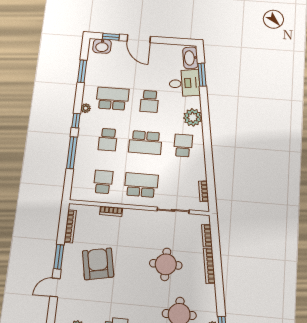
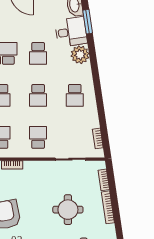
plant: (193, 117) -> (80, 55), moved
school desk: (145, 143) -> (38, 95), width x0.54
school desk: (183, 145) -> (75, 95), turned 180
school desk: (141, 185) -> (38, 137), width x0.54

